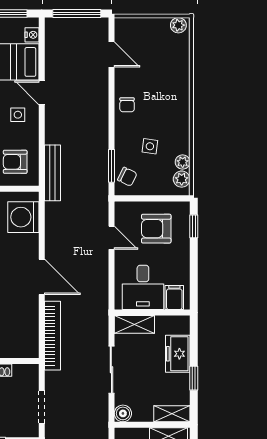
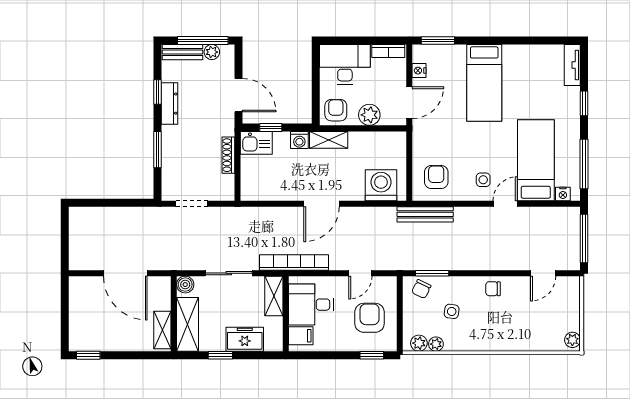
bookcase: (53, 336) -> (294, 262), moved, turned 180
shelving: (172, 414) -> (187, 324), width x1.50, depth x1.33

